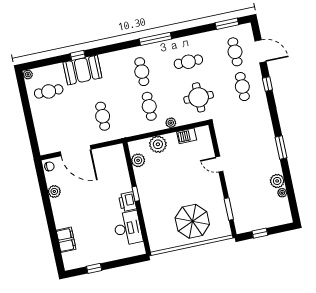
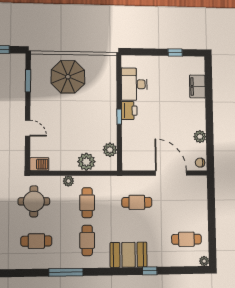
booth: (82, 70) -> (129, 255), moved
cafe table: (103, 116) -> (137, 202), turned 90
barbecue: (187, 136) -> (39, 164), moved

